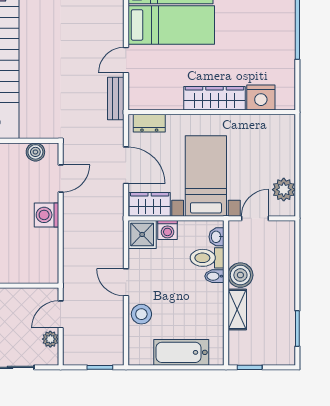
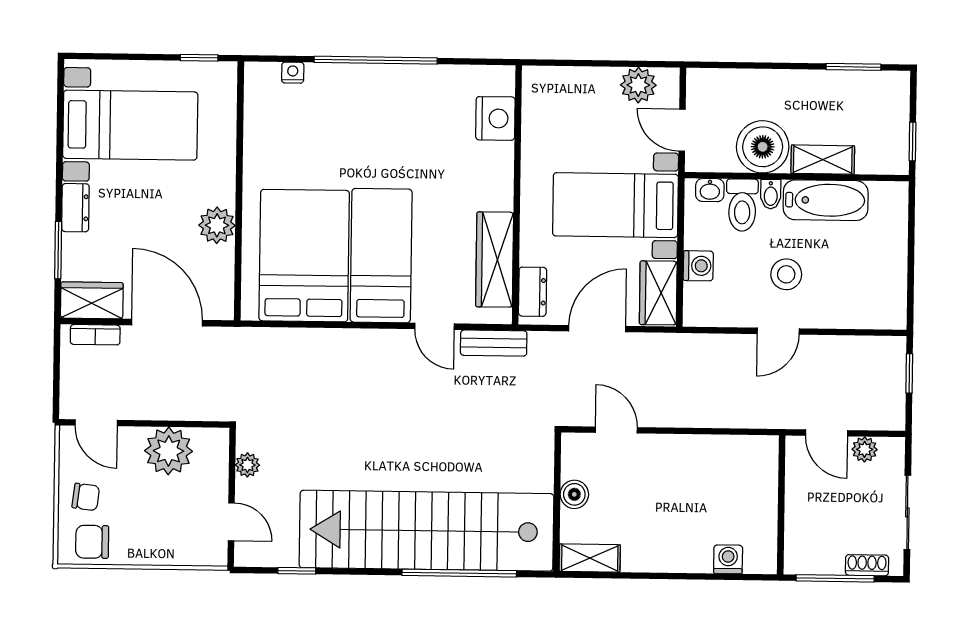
wardrobe: (215, 98) -> (495, 260), moved
boiler: (35, 152) -> (574, 494), moved
washing machine: (46, 215) -> (672, 453), removed
shower: (142, 234) -> (705, 305), removed
boiler: (240, 275) -> (763, 147), width x1.37, depth x1.37
stool: (141, 314) -> (786, 274), moved
bathtub: (181, 352) -> (826, 200), moved, turned -90

